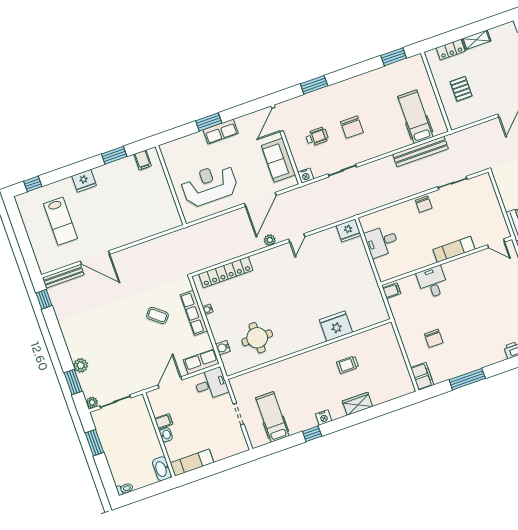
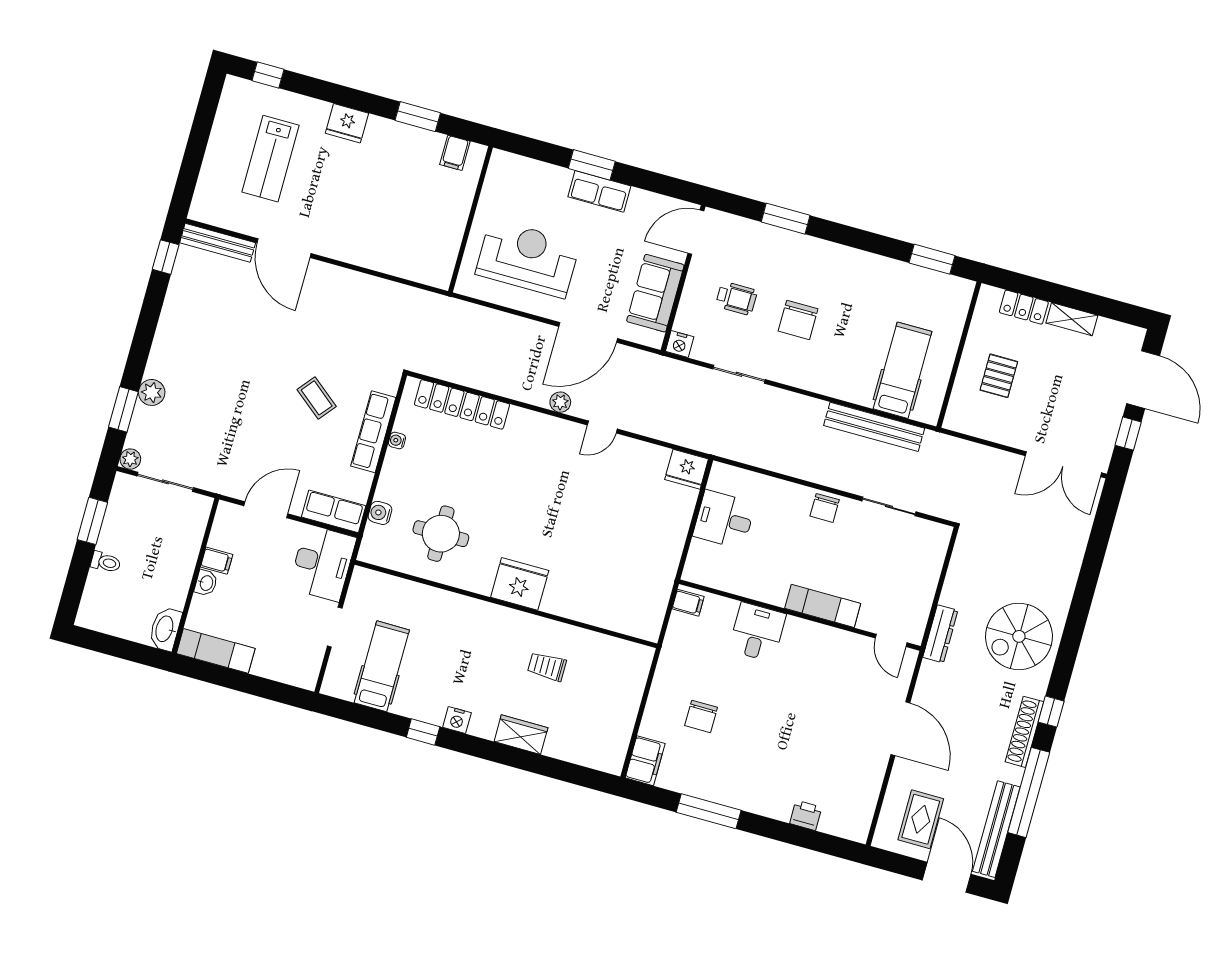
fridge: (336, 326) -> (520, 584), moved
desk: (211, 384) -> (322, 563), width x1.37
toilet: (125, 489) -> (106, 562), moved

